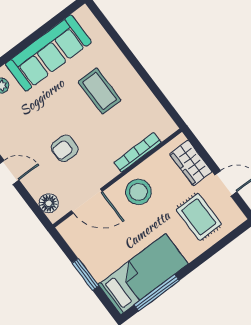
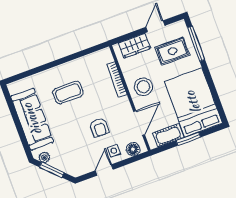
side table: (39, 177) -> (114, 151), added
cot: (82, 246) -> (168, 135), added
bed: (143, 274) -> (193, 102), width x1.50
window: (157, 293) -> (196, 44), moved

